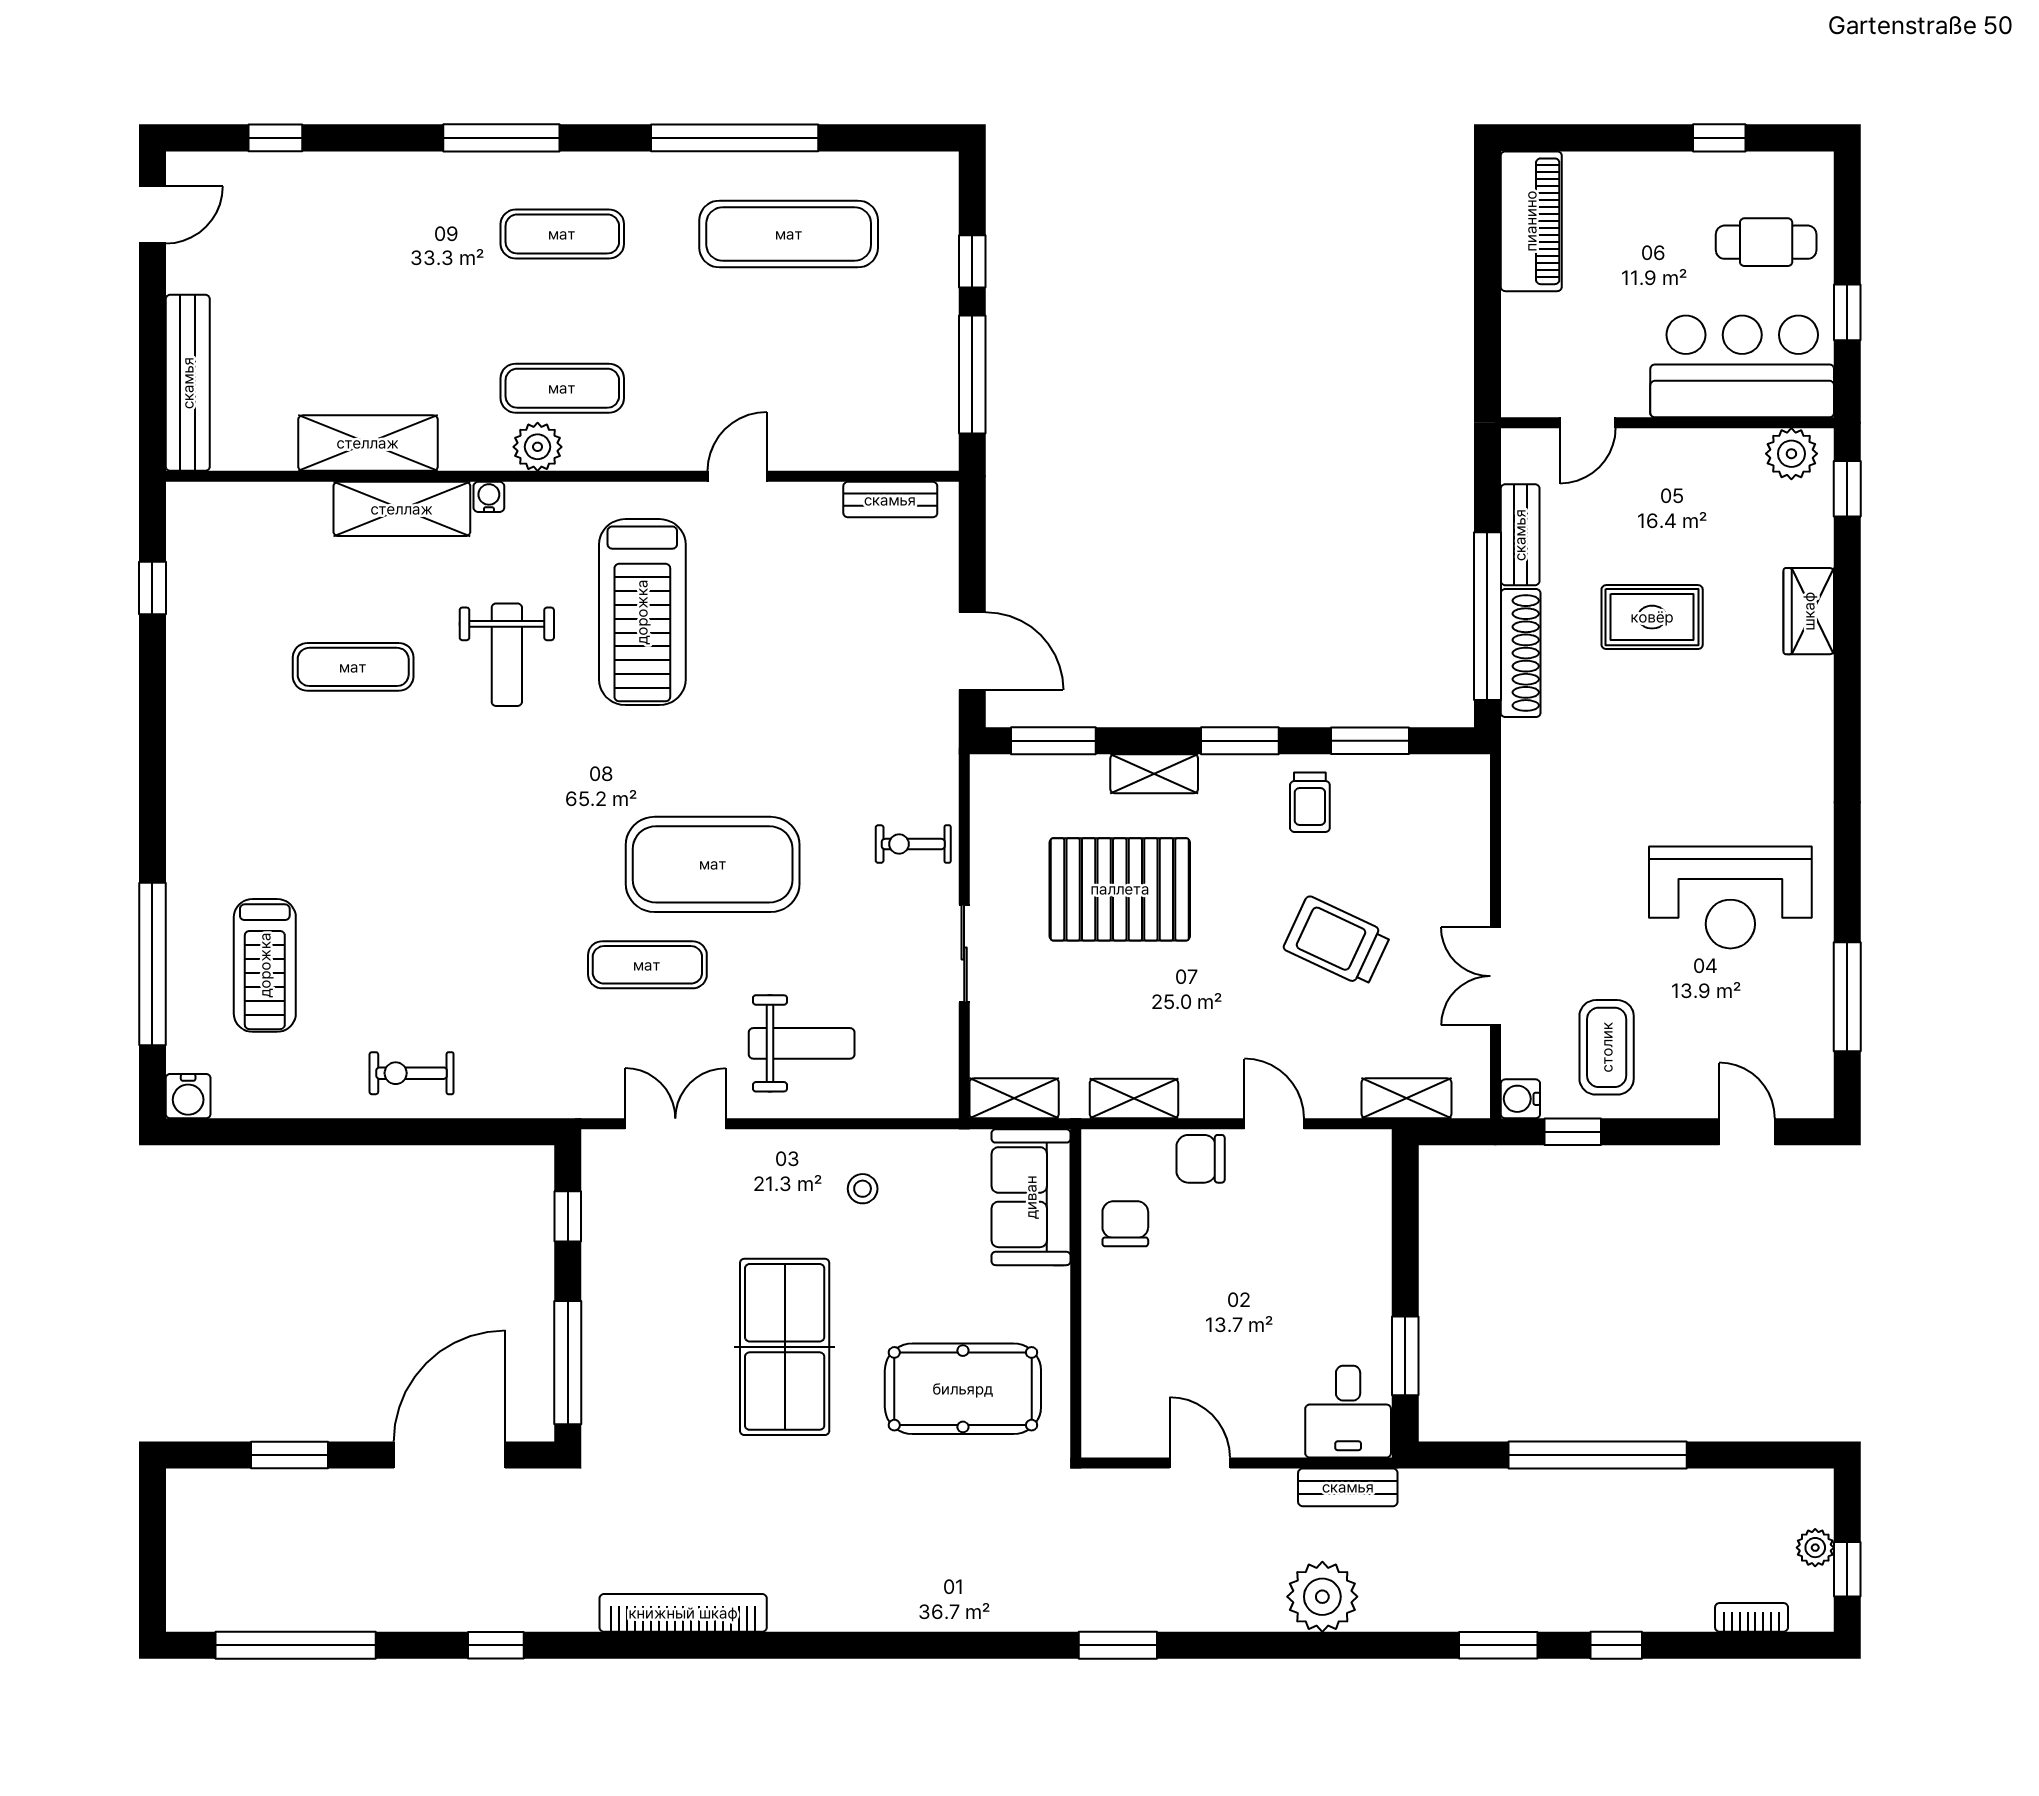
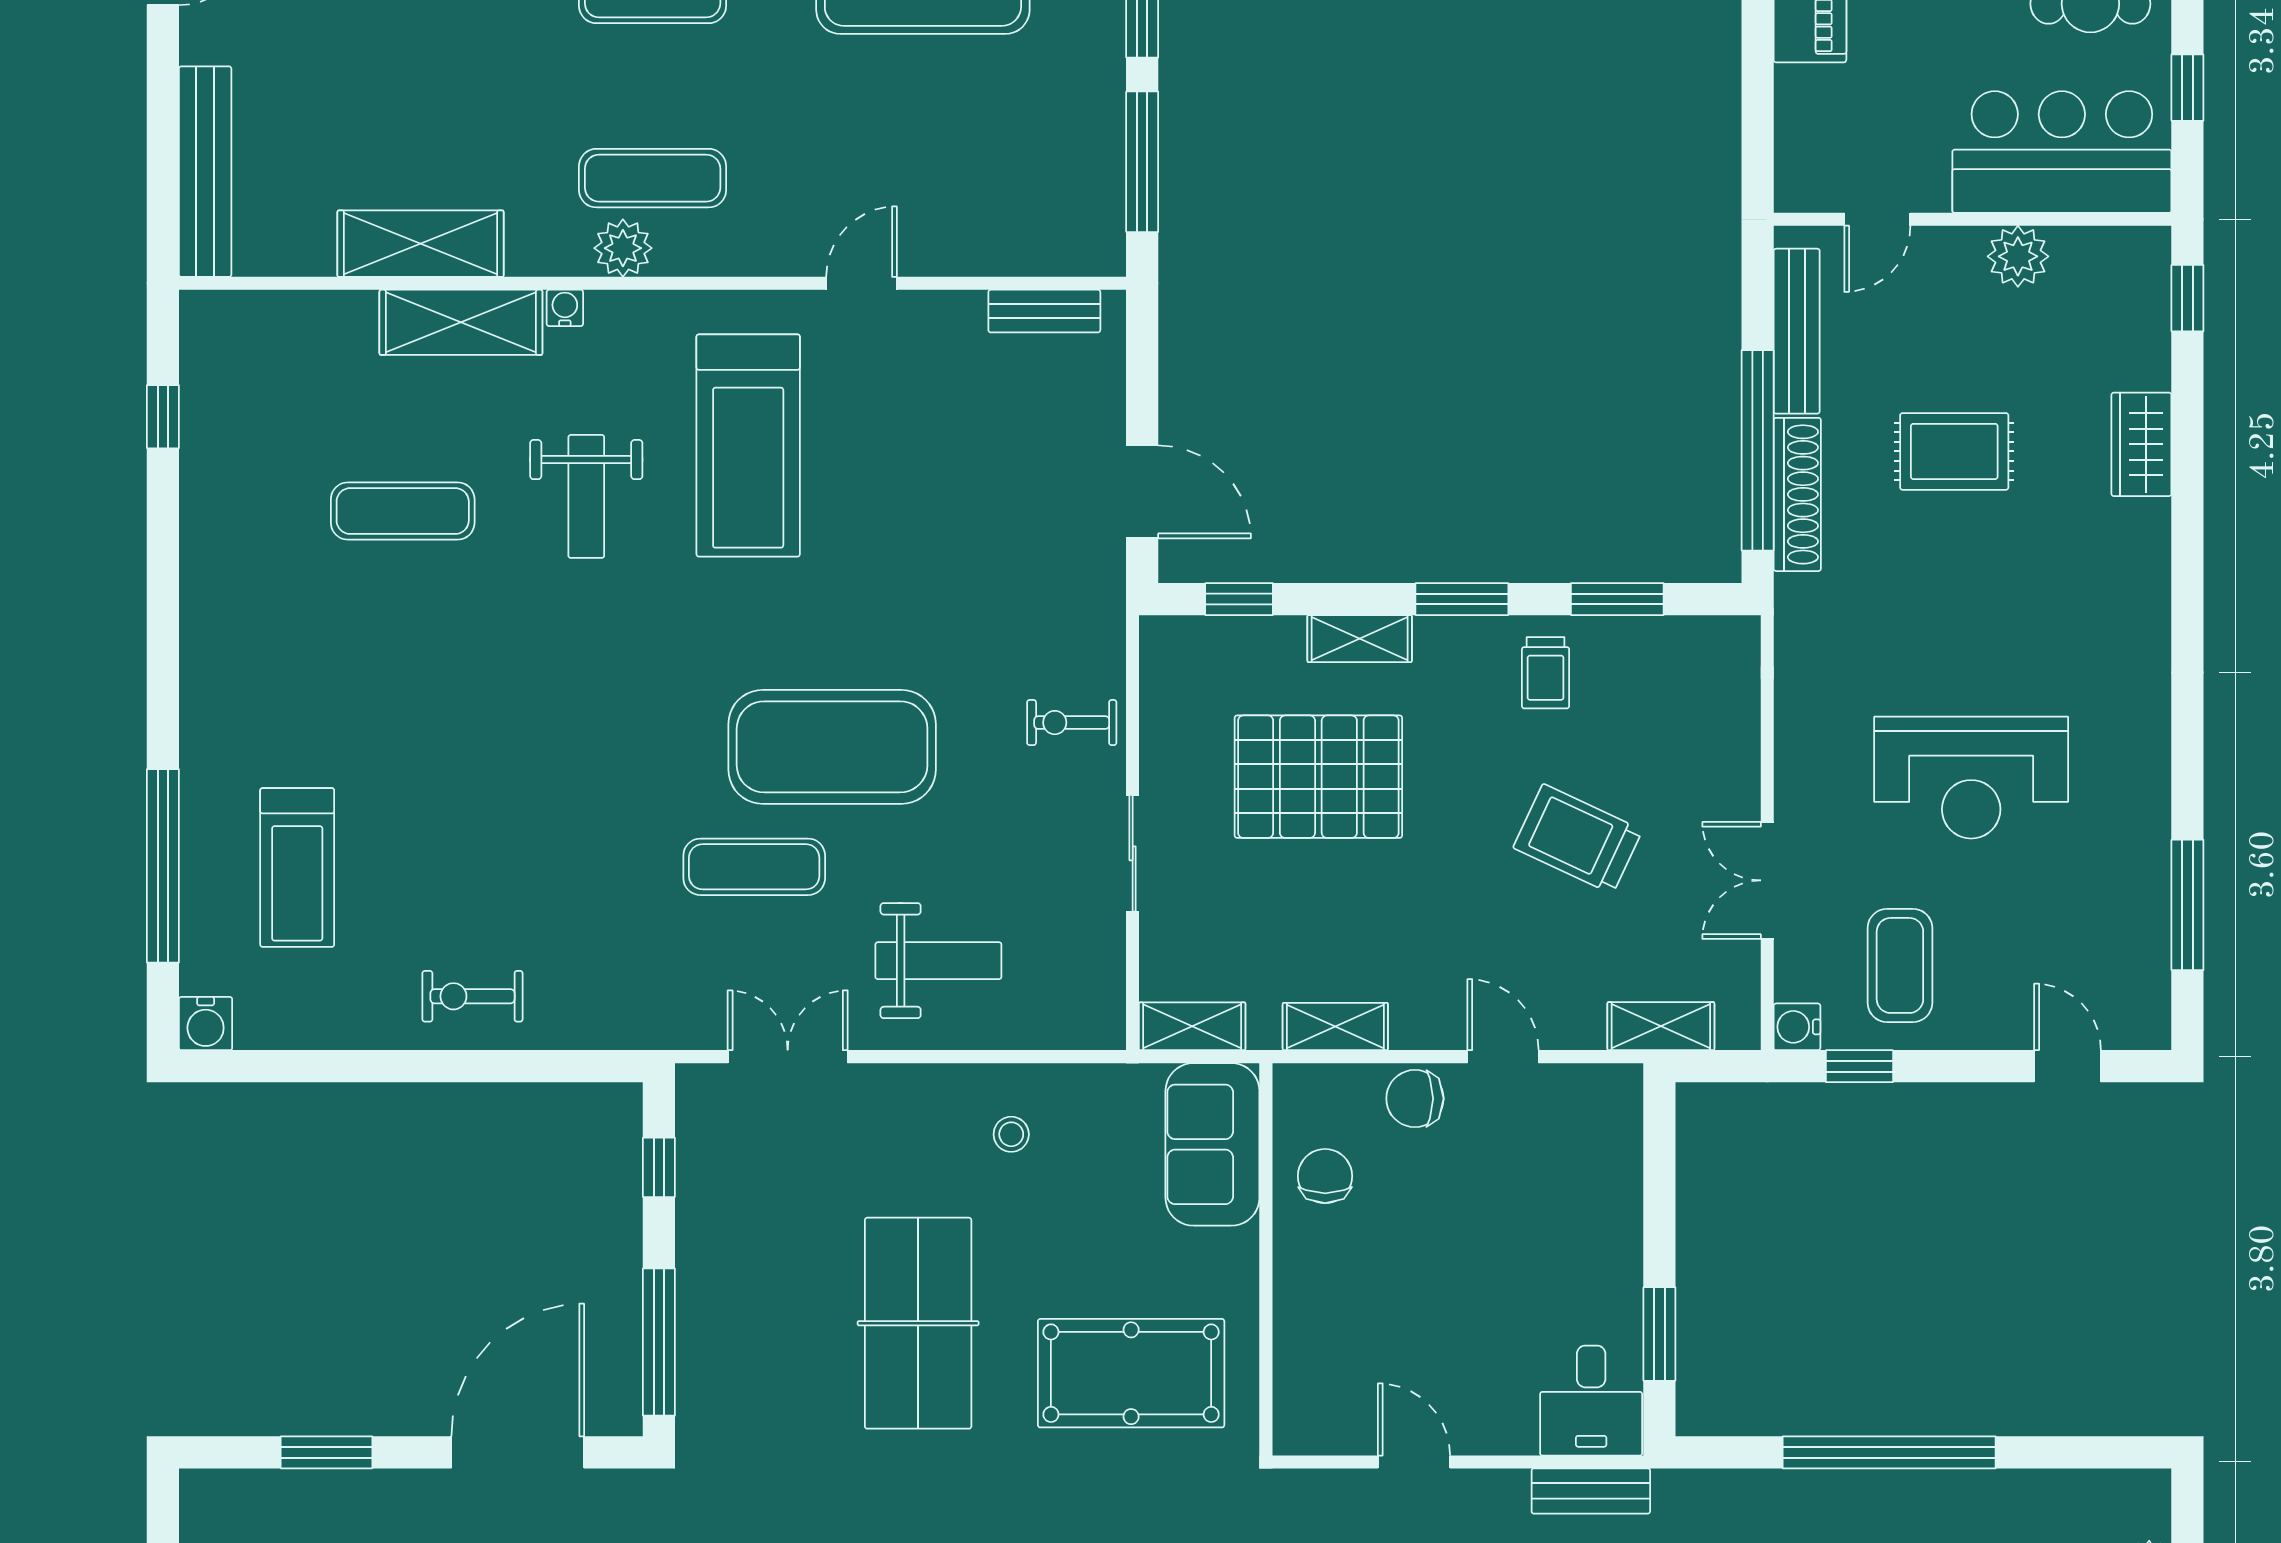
plant: (1791, 454) -> (2018, 256), moved
bench: (1520, 535) -> (1797, 331), width x1.36
window: (1053, 741) -> (1239, 599), width x0.67
reception desk: (1730, 897) -> (1971, 778), moved

